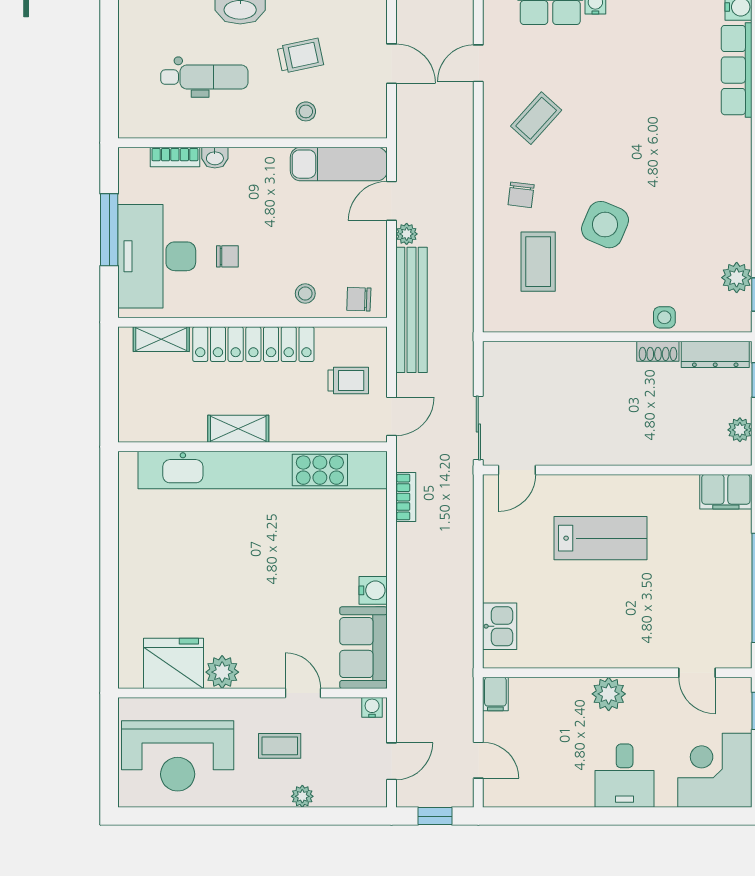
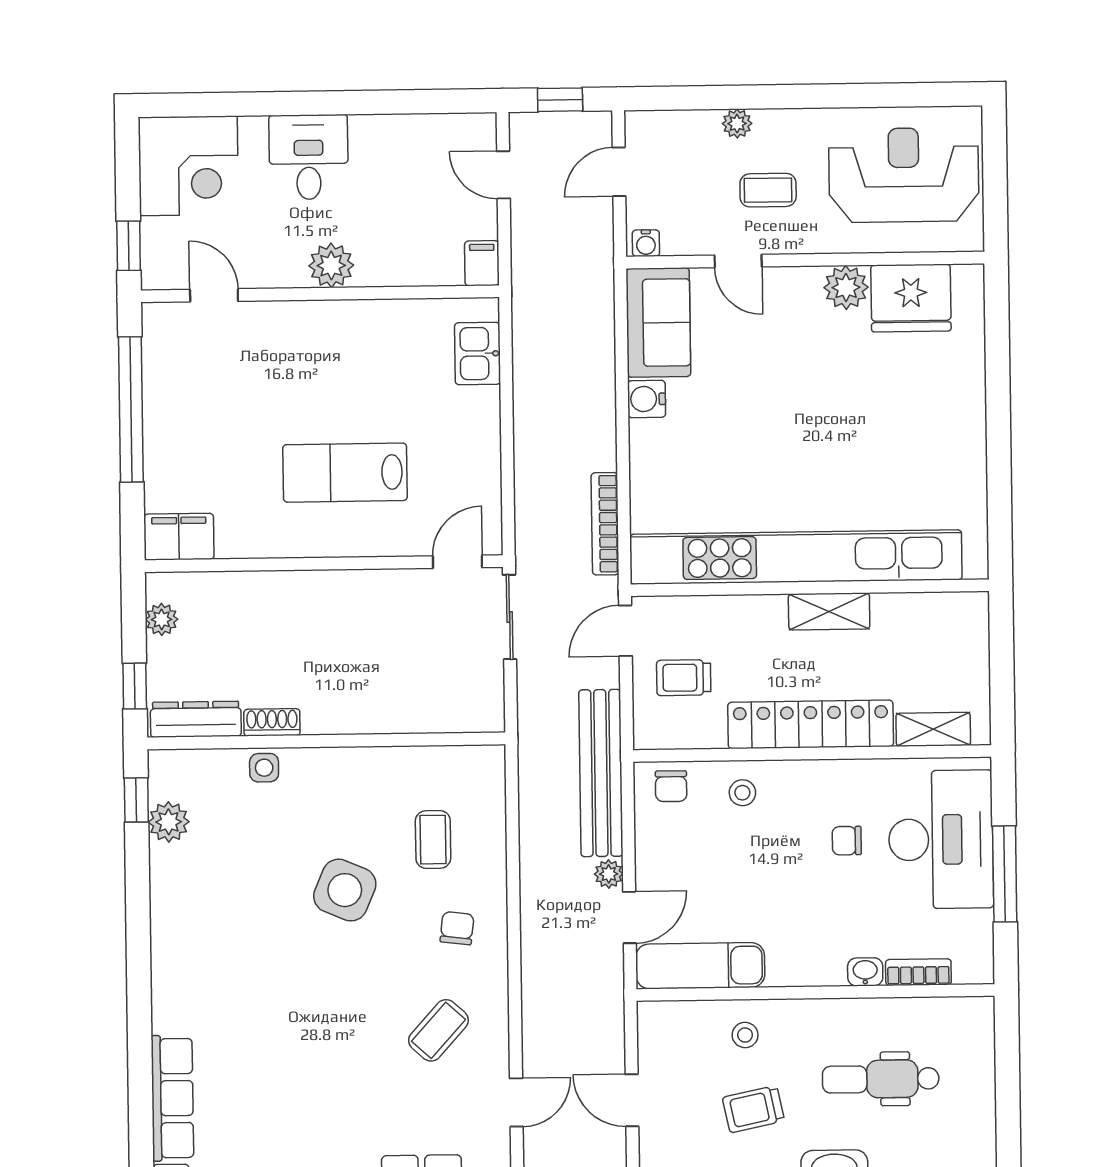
coffee table: (538, 262) -> (433, 840), width x0.73, depth x0.77
chair: (359, 299) -> (671, 786), turned 88
bookcase: (406, 497) -> (605, 524), width x1.56

